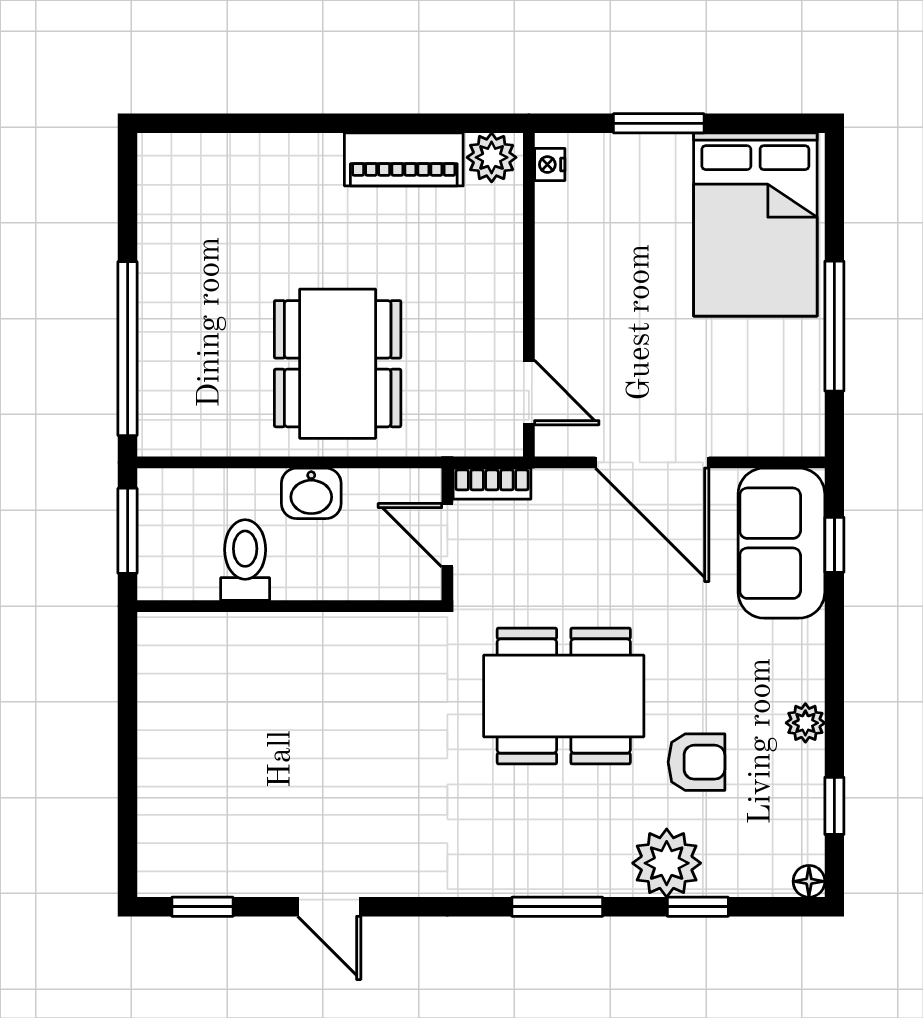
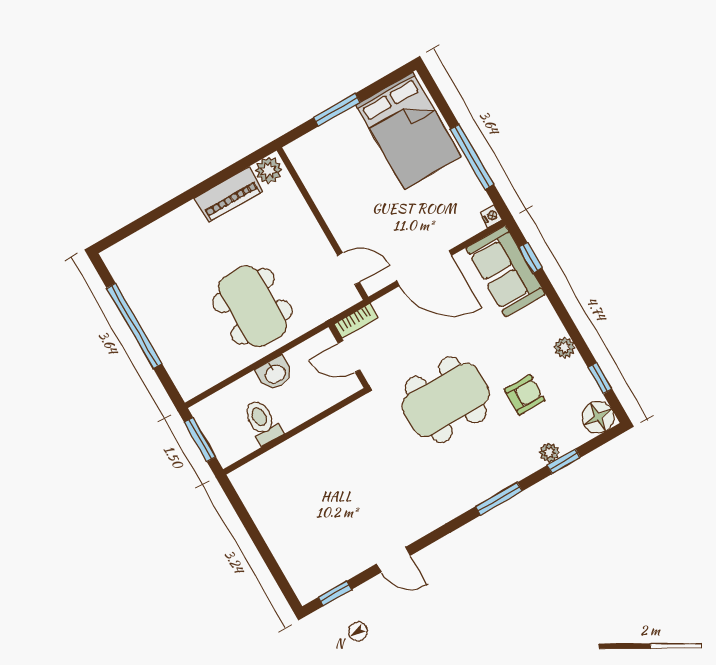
nightstand: (550, 165) -> (491, 216), moved, turned 180
window: (128, 349) -> (134, 326), moved
plant: (667, 863) -> (549, 453), width x0.53, depth x0.53
floor lamp: (809, 881) -> (598, 417), width x1.89, depth x1.89

